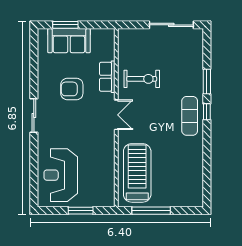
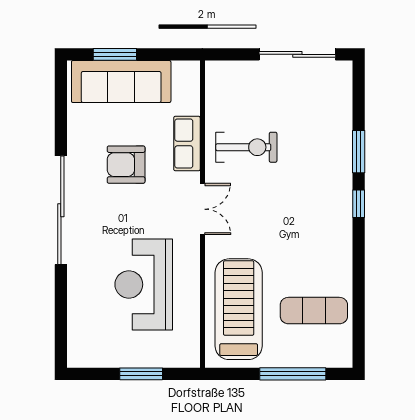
sofa: (69, 41) -> (121, 82), width x1.36
sliding door: (34, 116) -> (61, 210), width x1.86
exercise mat: (190, 116) -> (314, 311), moved, turned 90
reception desk: (61, 175) -> (144, 284), moved
window: (151, 211) -> (293, 374), moved

